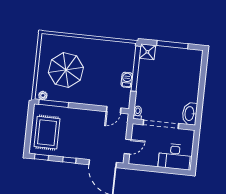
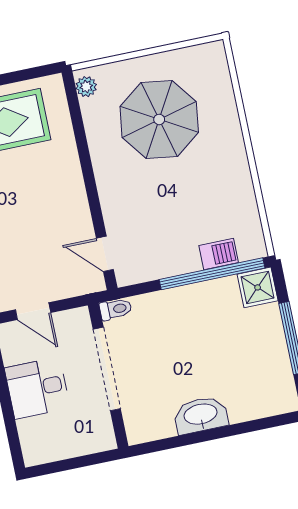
barbecue: (127, 80) -> (219, 254), moved
window: (54, 103) -> (76, 116), removed
washbasin: (190, 114) -> (201, 415), moved
desk: (175, 157) -> (37, 388), moved, width x0.73

